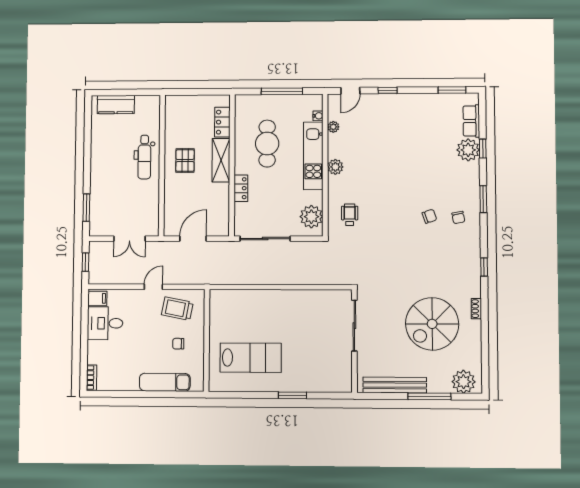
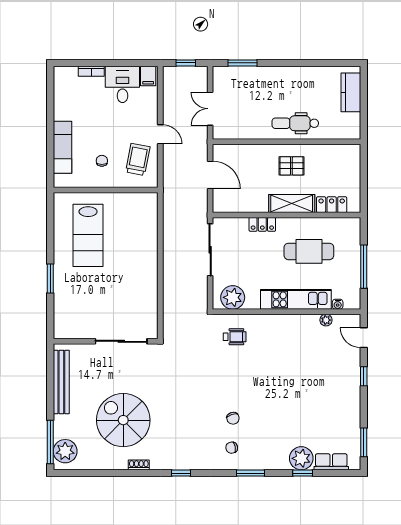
plant: (335, 167) -> (284, 322), removed
bookcase: (92, 378) -> (91, 71), moved
window: (429, 396) -> (50, 442), moved

